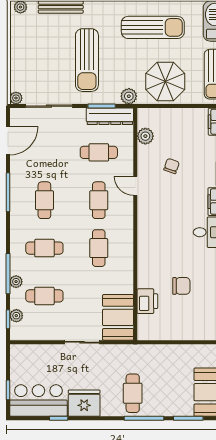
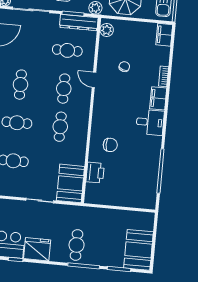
plant: (145, 136) -> (107, 30), moved
chair: (181, 286) -> (110, 145), moved

